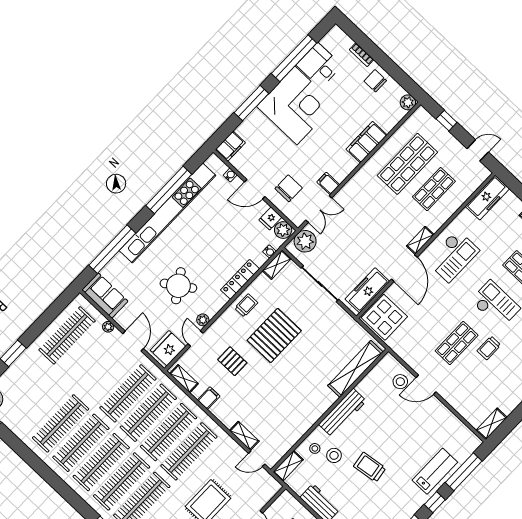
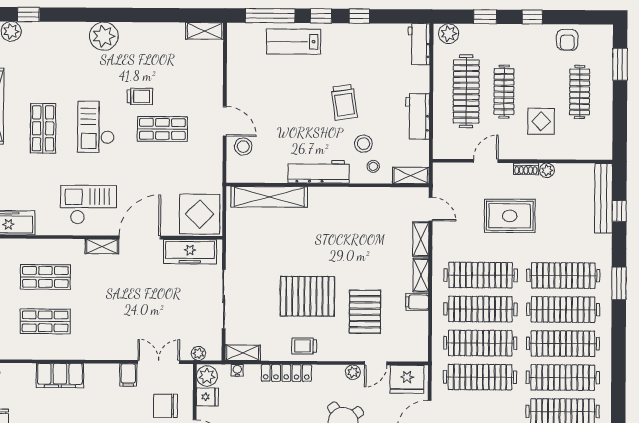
shop shelf: (407, 164) -> (45, 321), width x0.70, depth x0.74
plant: (305, 241) -> (198, 353), width x0.53, depth x0.53
pallet: (232, 361) -> (365, 312), width x1.50, depth x1.42
shelving: (184, 379) -> (421, 275), moved

